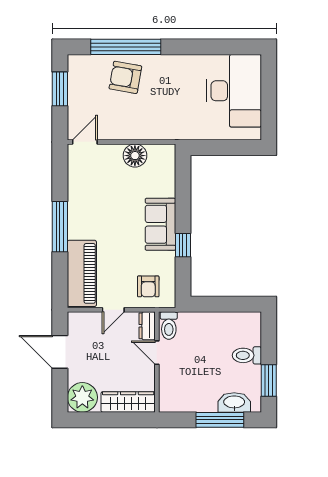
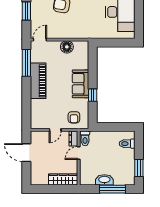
window: (60, 227) -> (26, 63), moved
piano: (82, 273) -> (38, 81), moved
door: (157, 353) -> (79, 153), hinge flipped
toilet: (247, 355) -> (127, 144), moved
plant: (82, 397) -> (38, 177), removed
washbasin: (234, 402) -> (104, 180), moved

